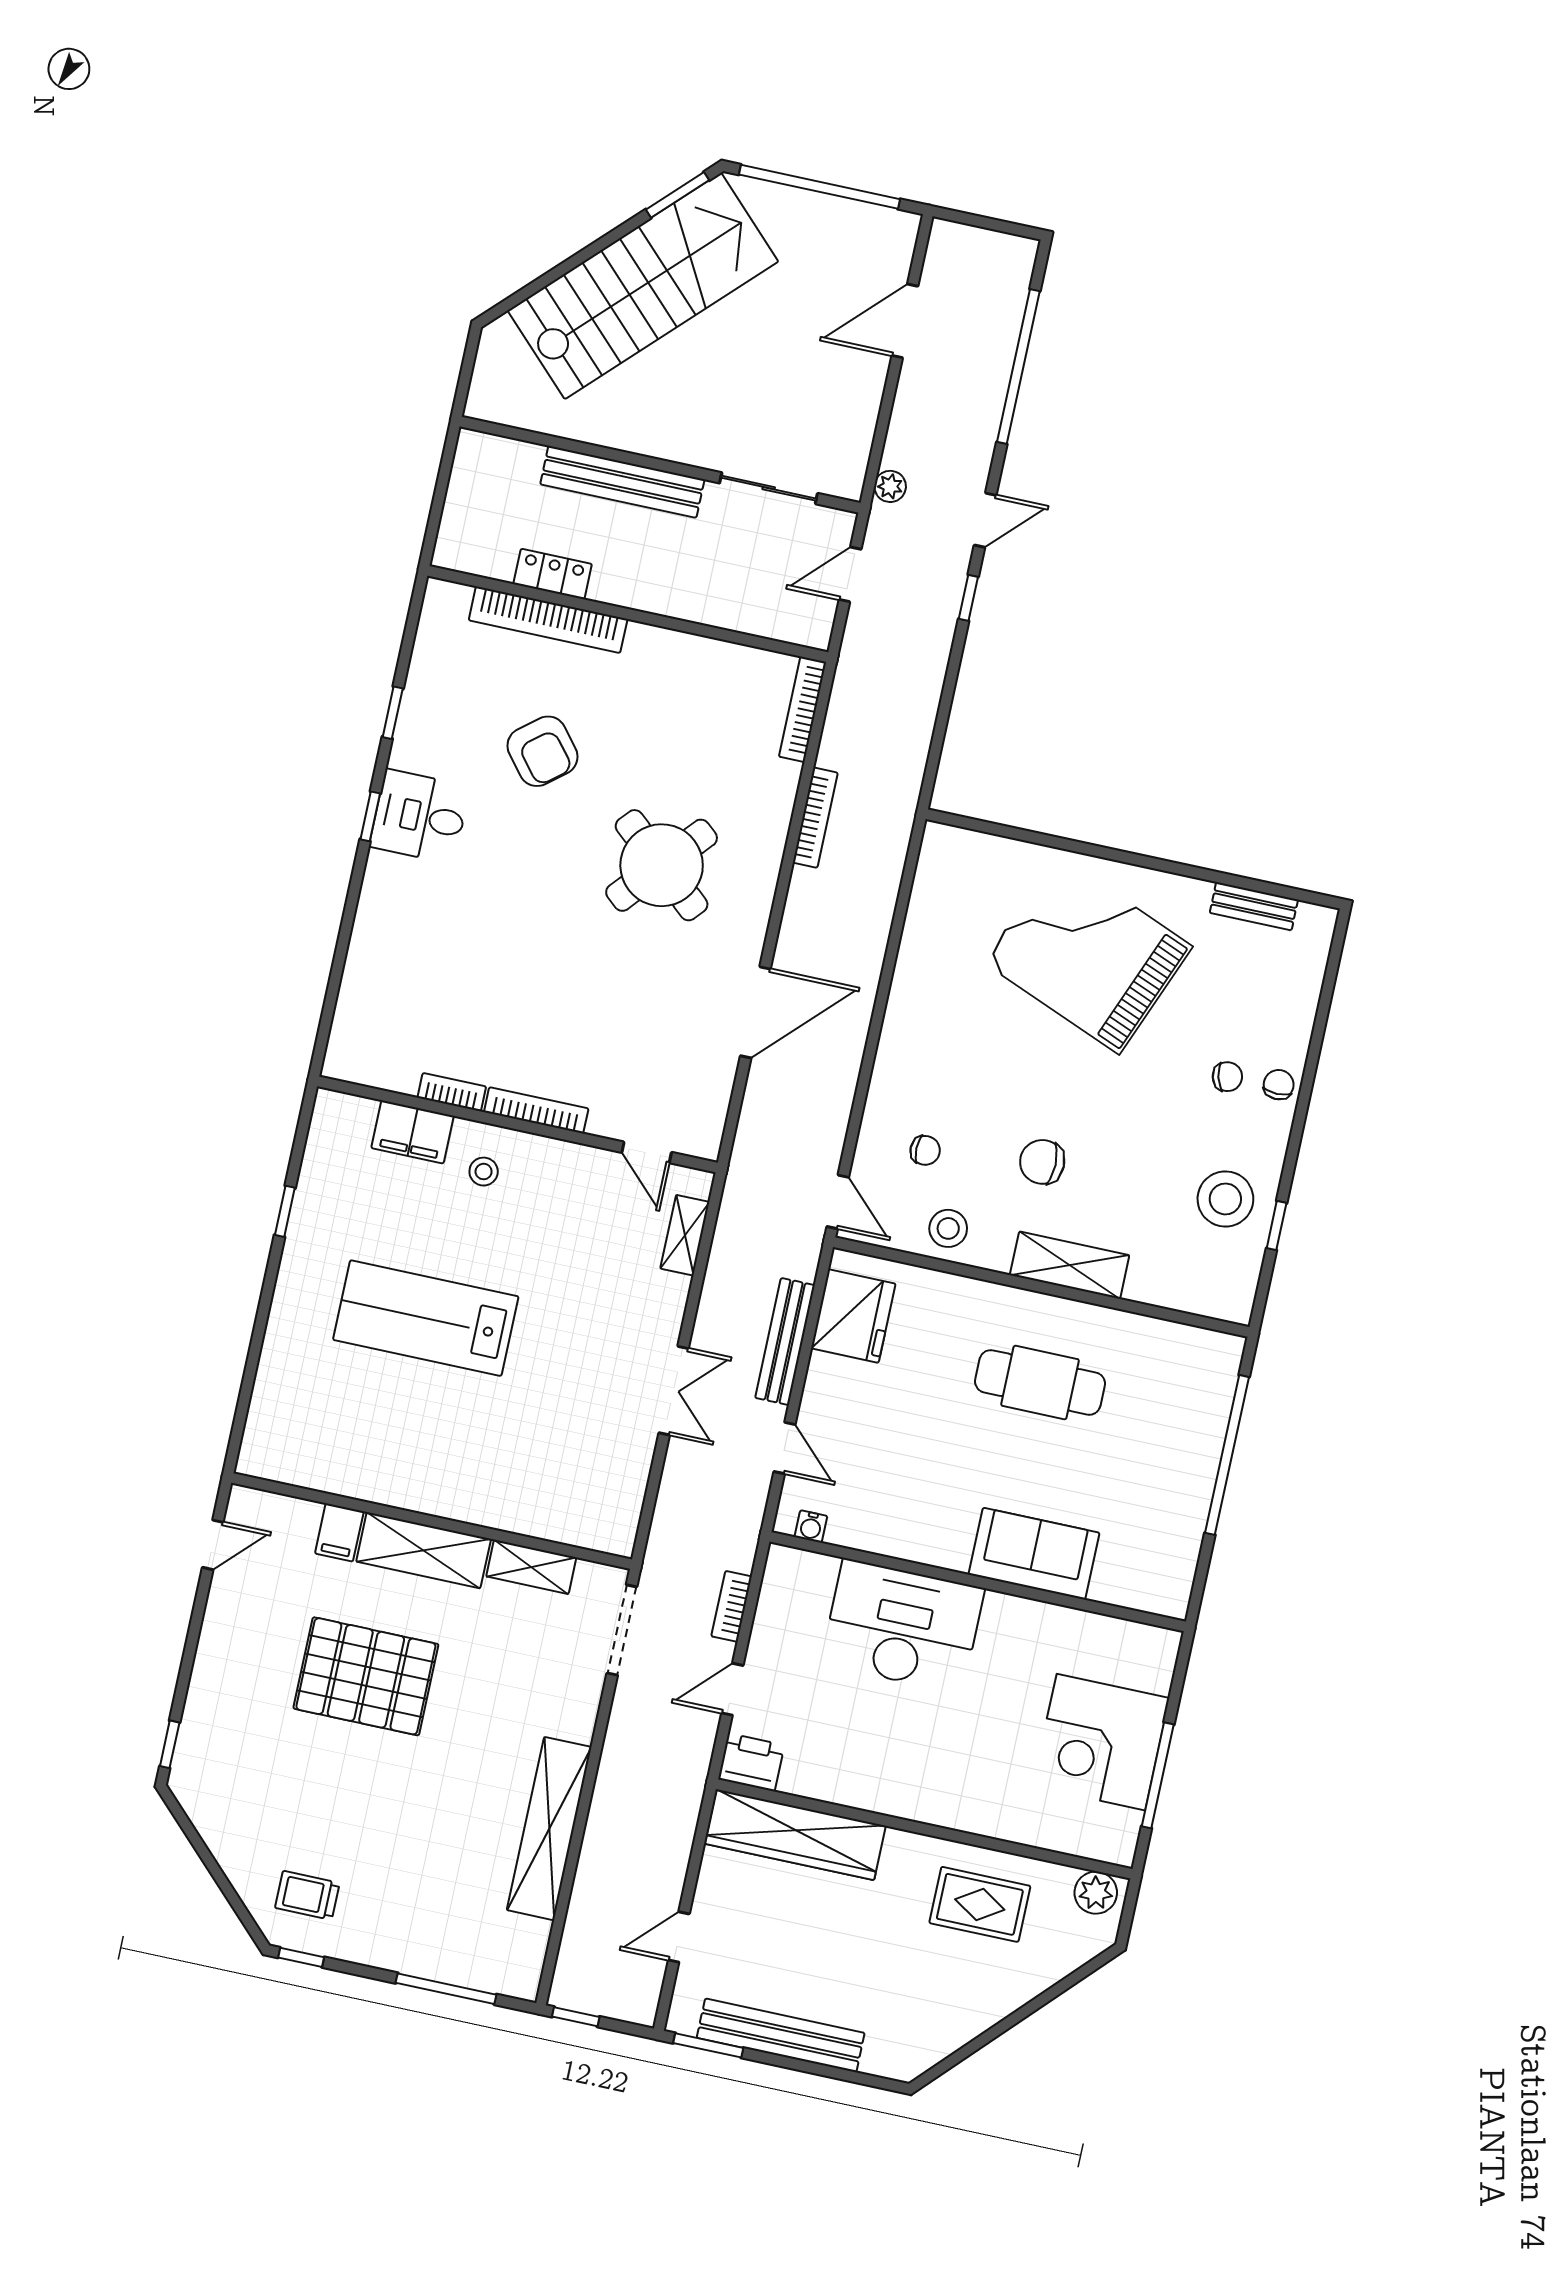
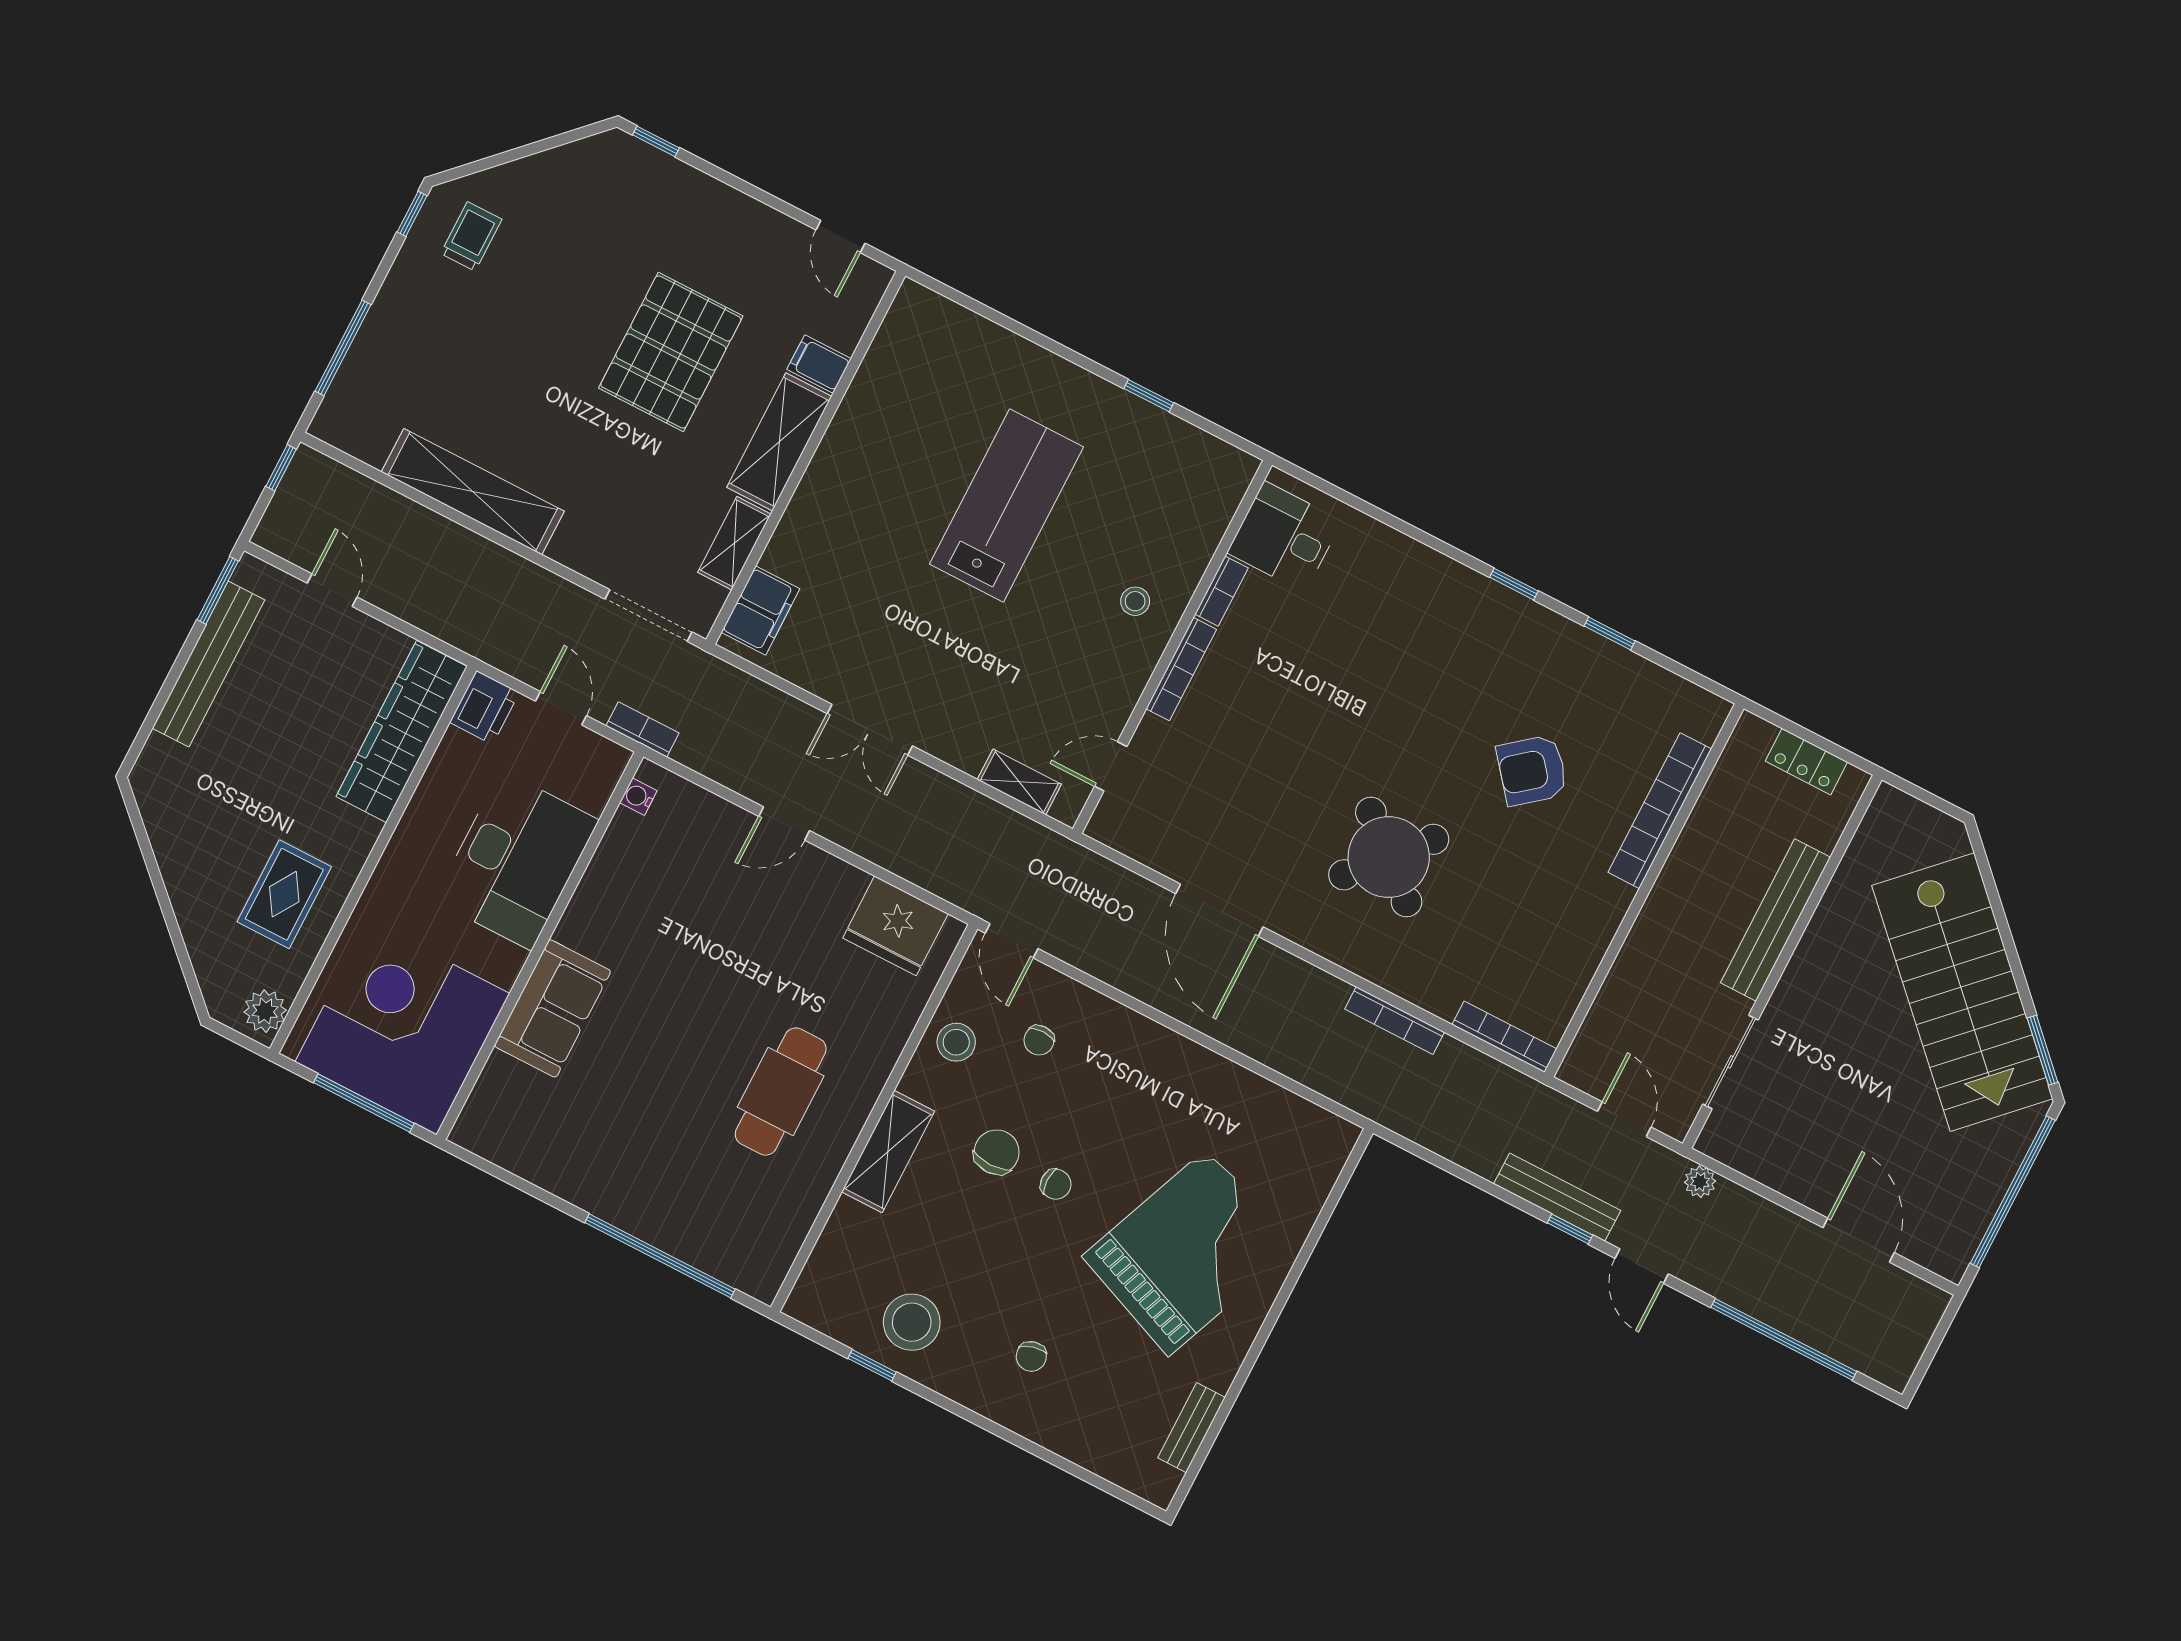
locker: (553, 574) -> (1806, 762), moved, turned 90
desk: (420, 816) -> (1284, 537), moved, turned -90
chair: (1279, 1085) -> (1056, 1184), moved
filing cabinet: (412, 1132) -> (760, 611), moved, turned 180
door: (838, 1202) -> (1012, 941), hinge flipped
bench: (785, 1341) -> (1557, 1197), moved
water cooler: (811, 1526) -> (638, 797), moved
sofa: (1034, 1554) -> (553, 1008), moved
wall: (978, 1582) -> (540, 946), moved
desk: (903, 1626) -> (516, 860), moved
corner desk: (1101, 1742) -> (402, 1028), width x1.36, depth x1.36

